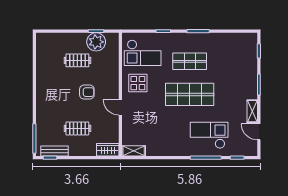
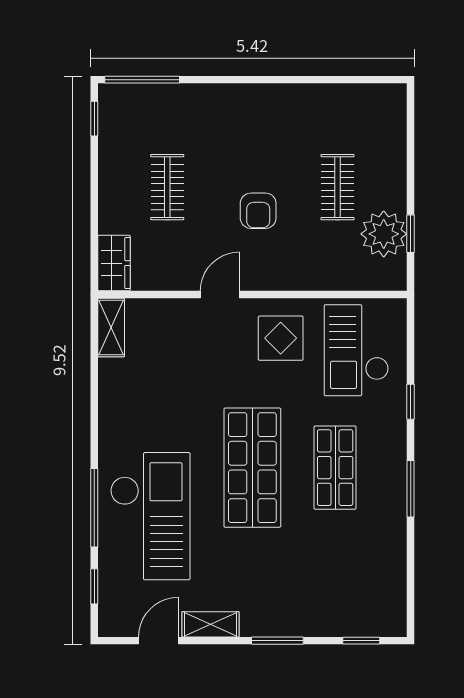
checkout: (209, 135) -> (150, 516), width x1.36, depth x1.21
bench: (55, 151) -> (111, 130), removed

